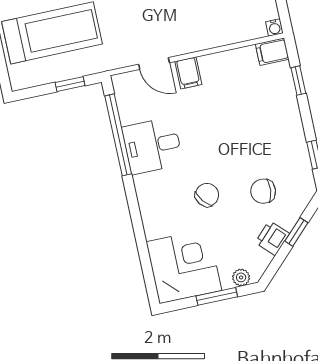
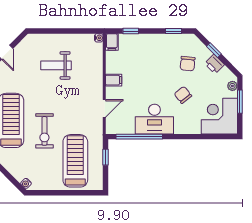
filing cabinet: (188, 73) -> (114, 80), moved
desk: (152, 146) -> (154, 119), width x1.37

